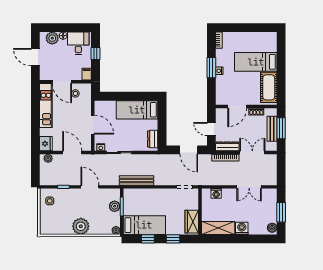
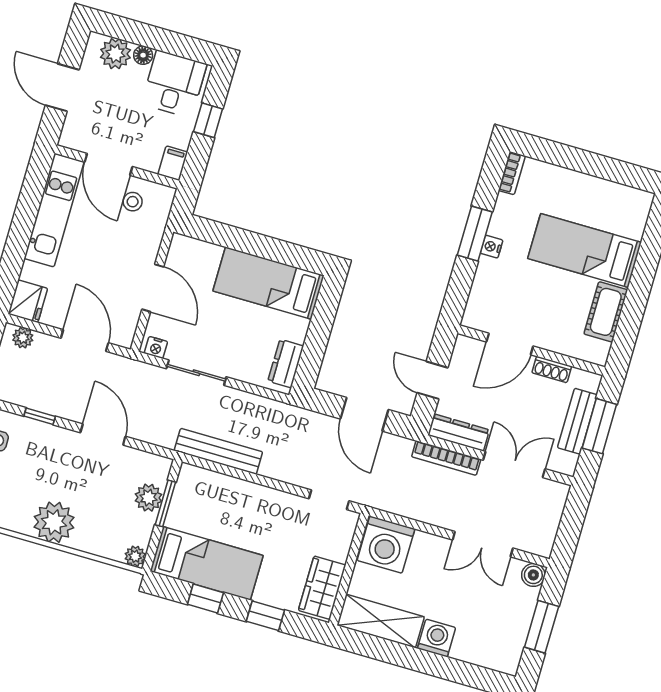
cot: (269, 87) -> (606, 312), width x0.73, depth x0.75
washing machine: (216, 193) -> (386, 545), width x1.89, depth x1.89
boiler: (272, 228) -> (533, 575), moved

